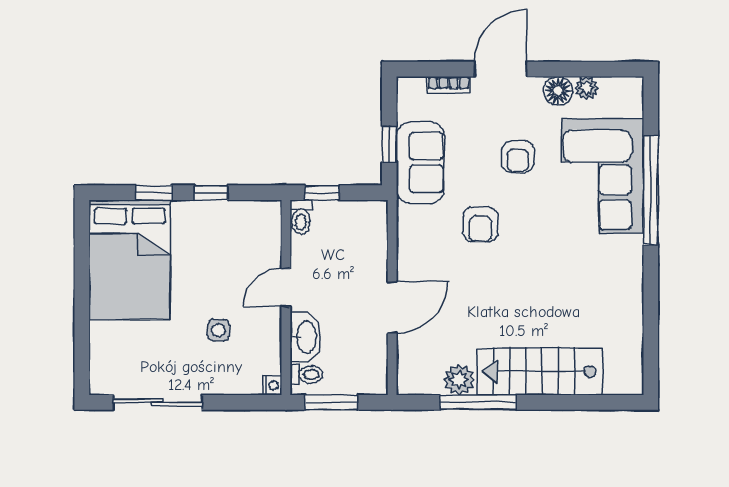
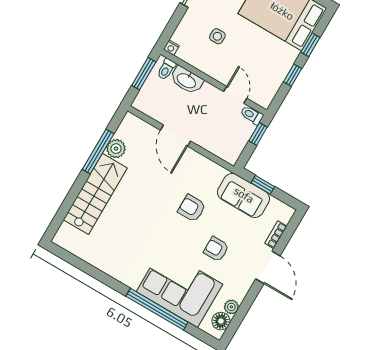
floor lamp: (558, 91) -> (221, 321), moved
door: (286, 288) -> (235, 95), moved

